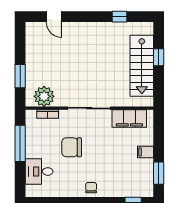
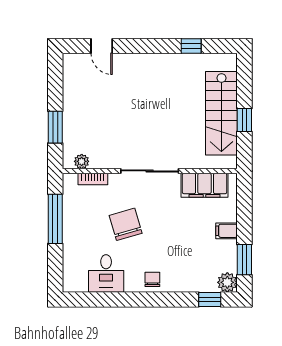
window: (159, 57) -> (244, 120), moved
plant: (44, 96) -> (82, 161), width x0.53, depth x0.53
chair: (72, 147) -> (126, 224), turned 74
desk: (39, 171) -> (106, 273), moved, turned -90
plant: (146, 190) -> (227, 282), added

